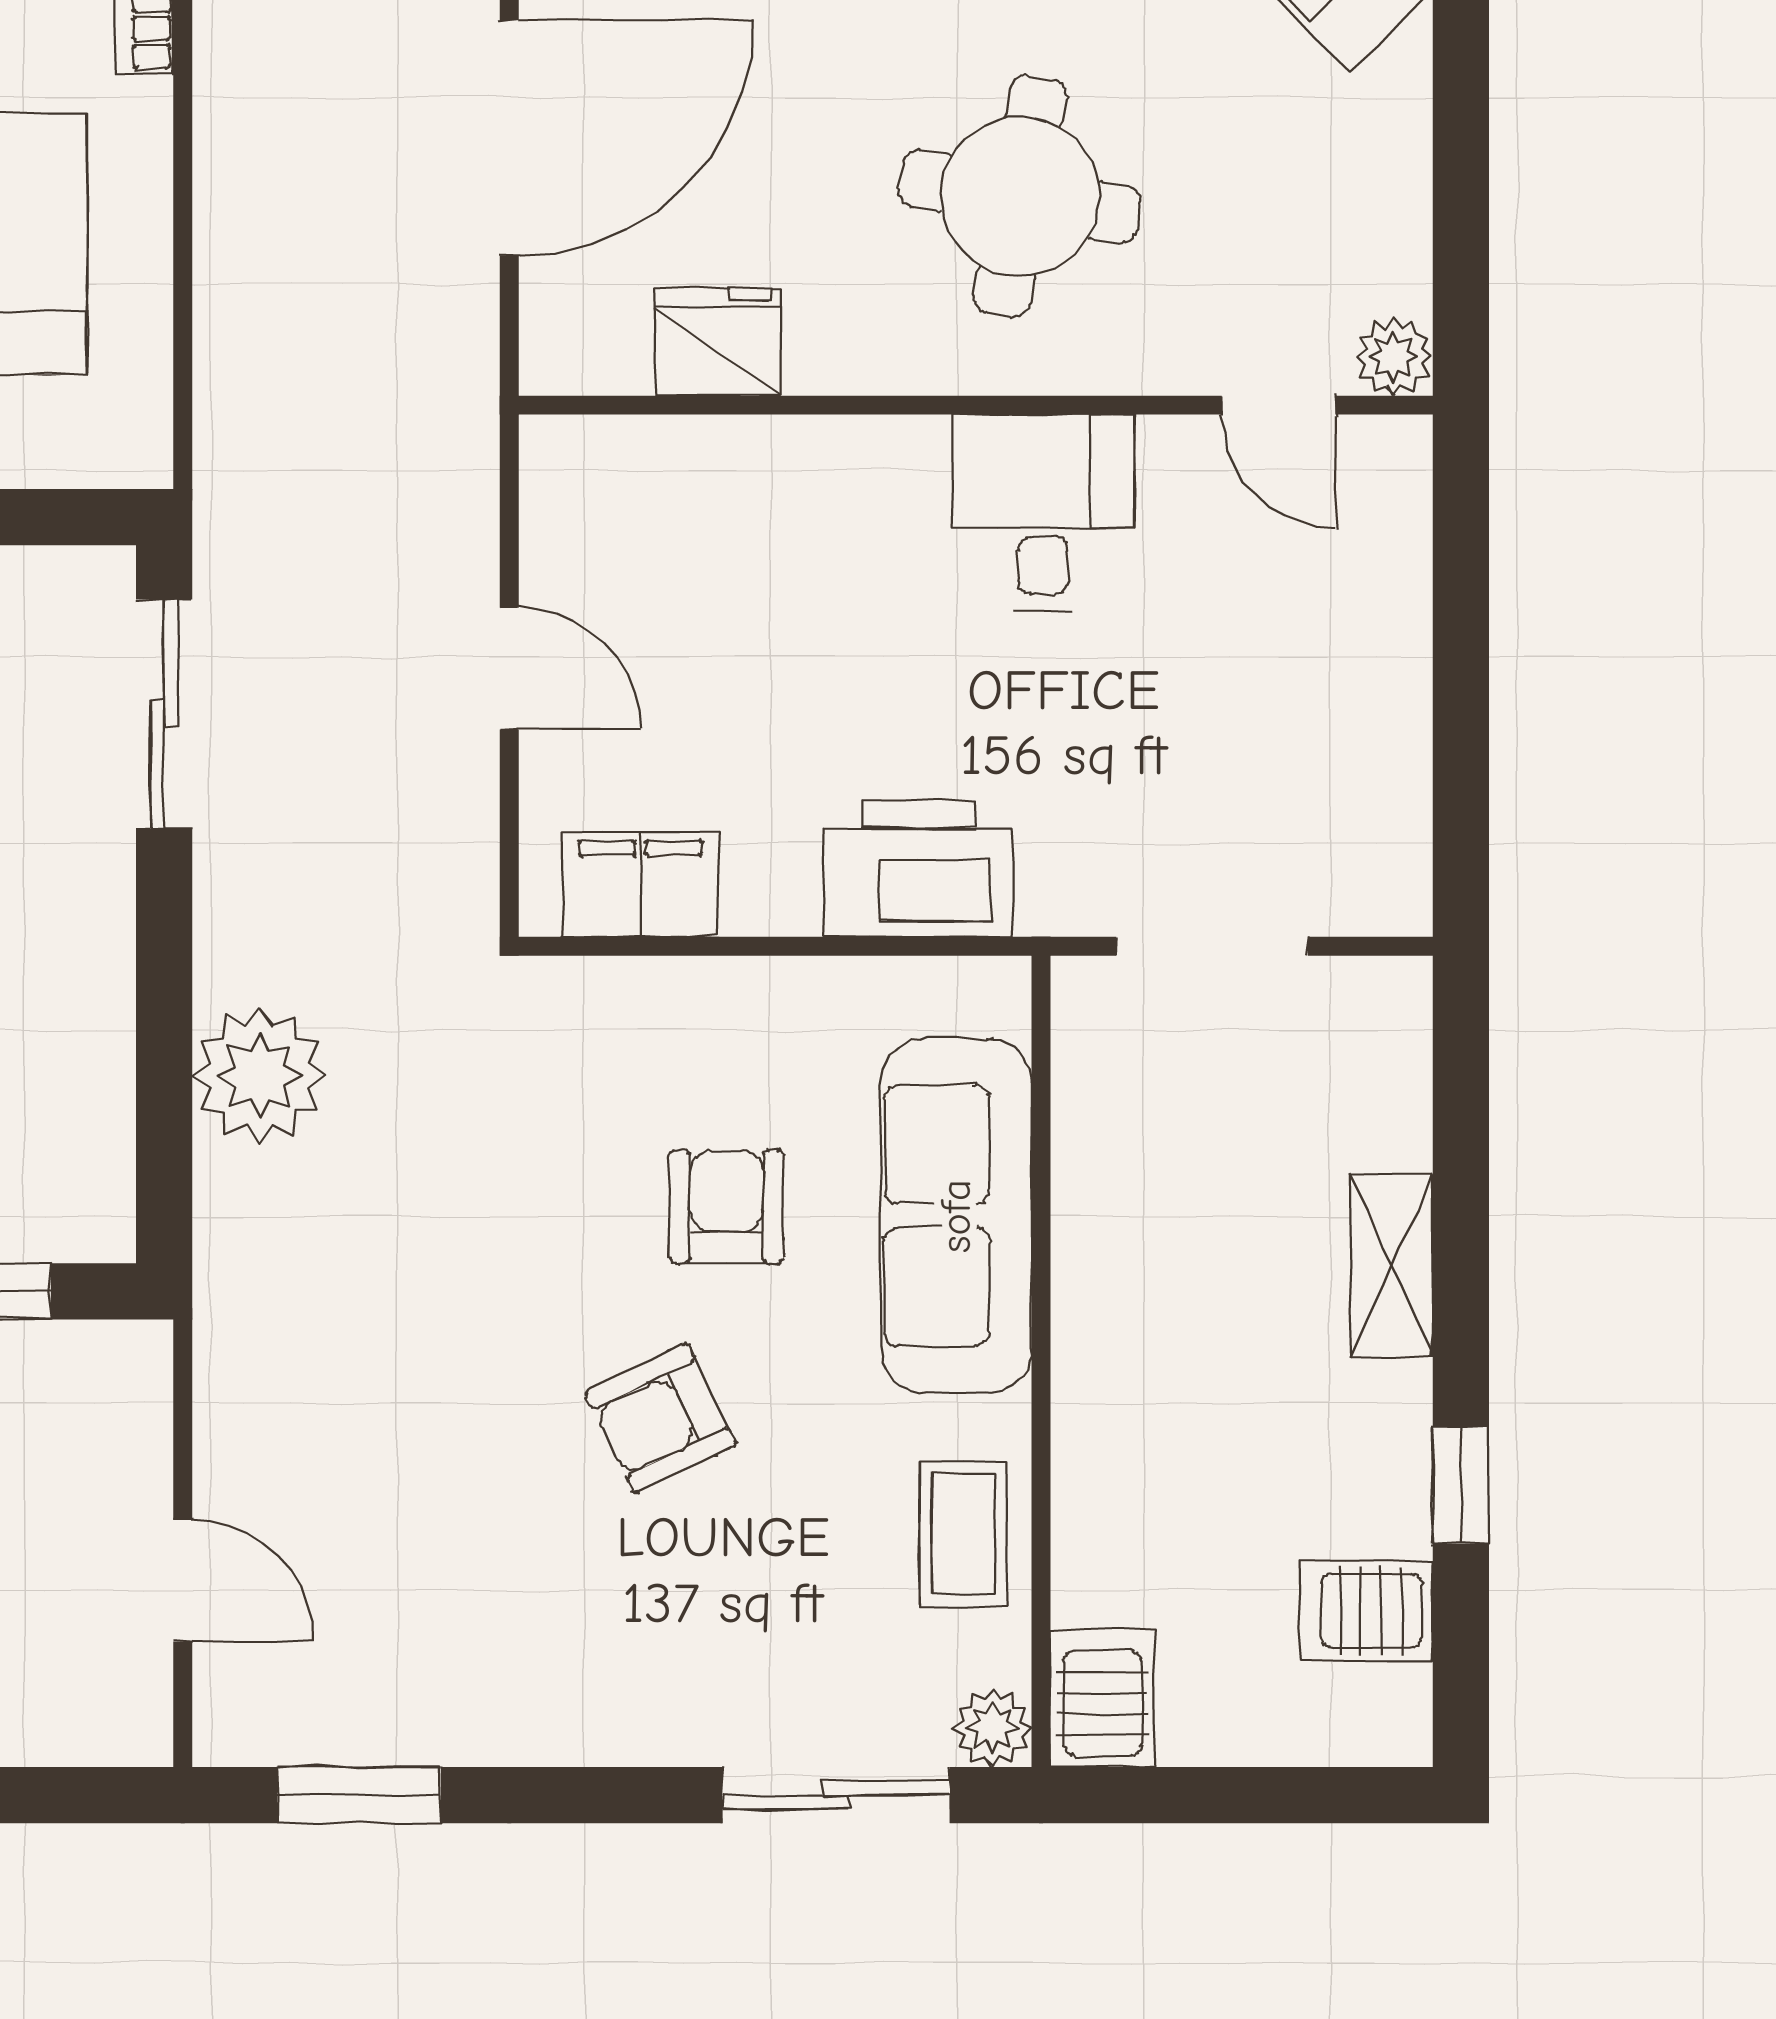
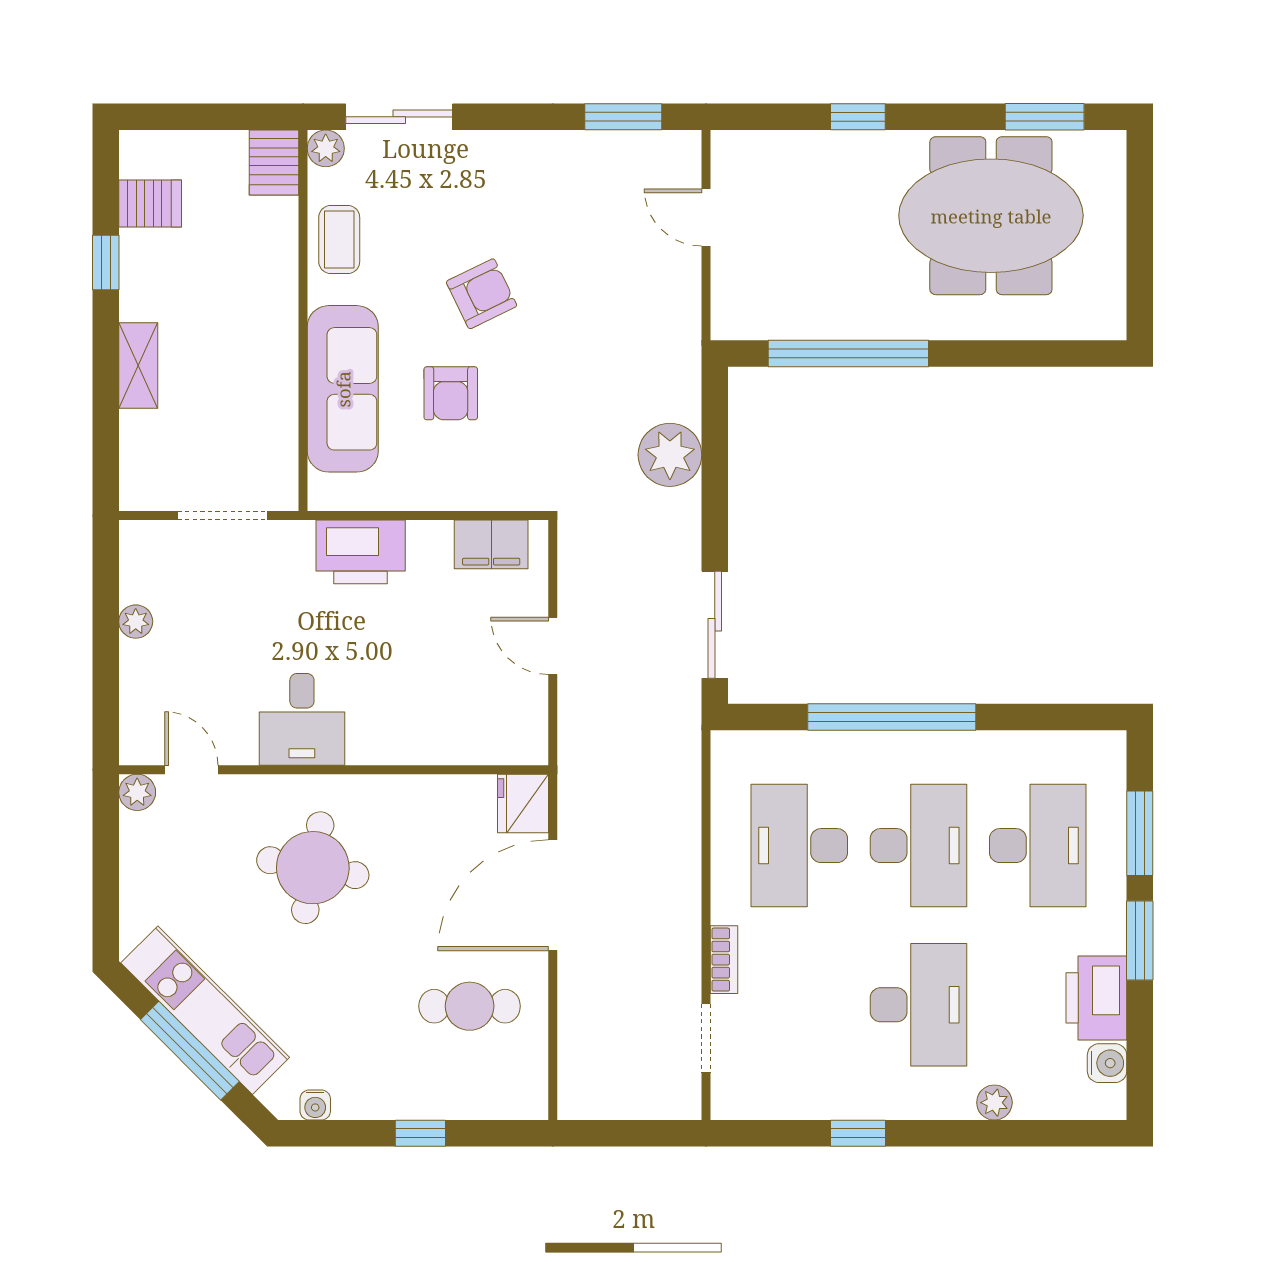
fridge: (718, 342) -> (523, 803), moved, turned 90
plant: (1397, 720) -> (136, 622), added

